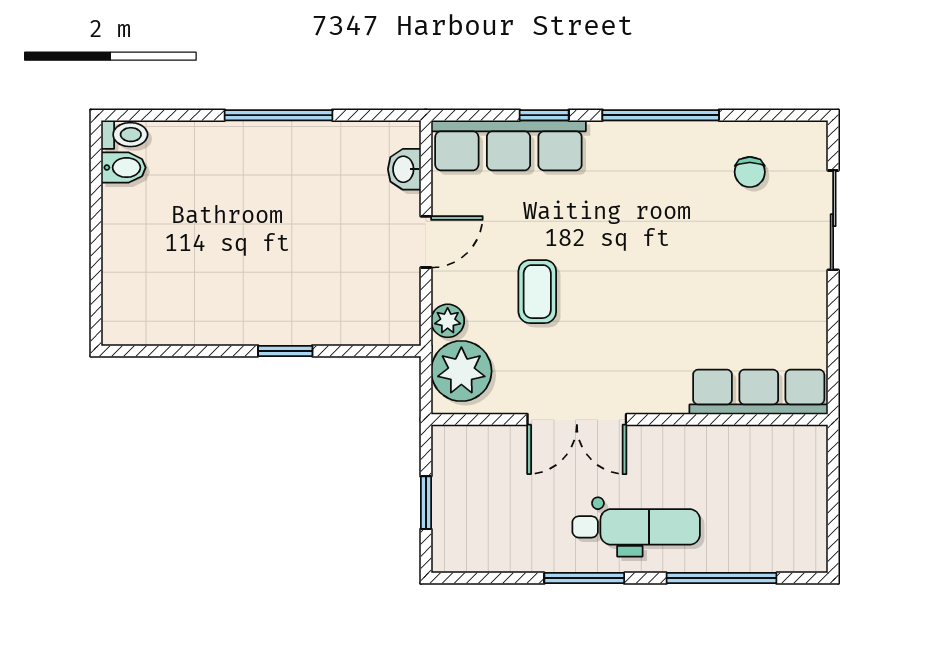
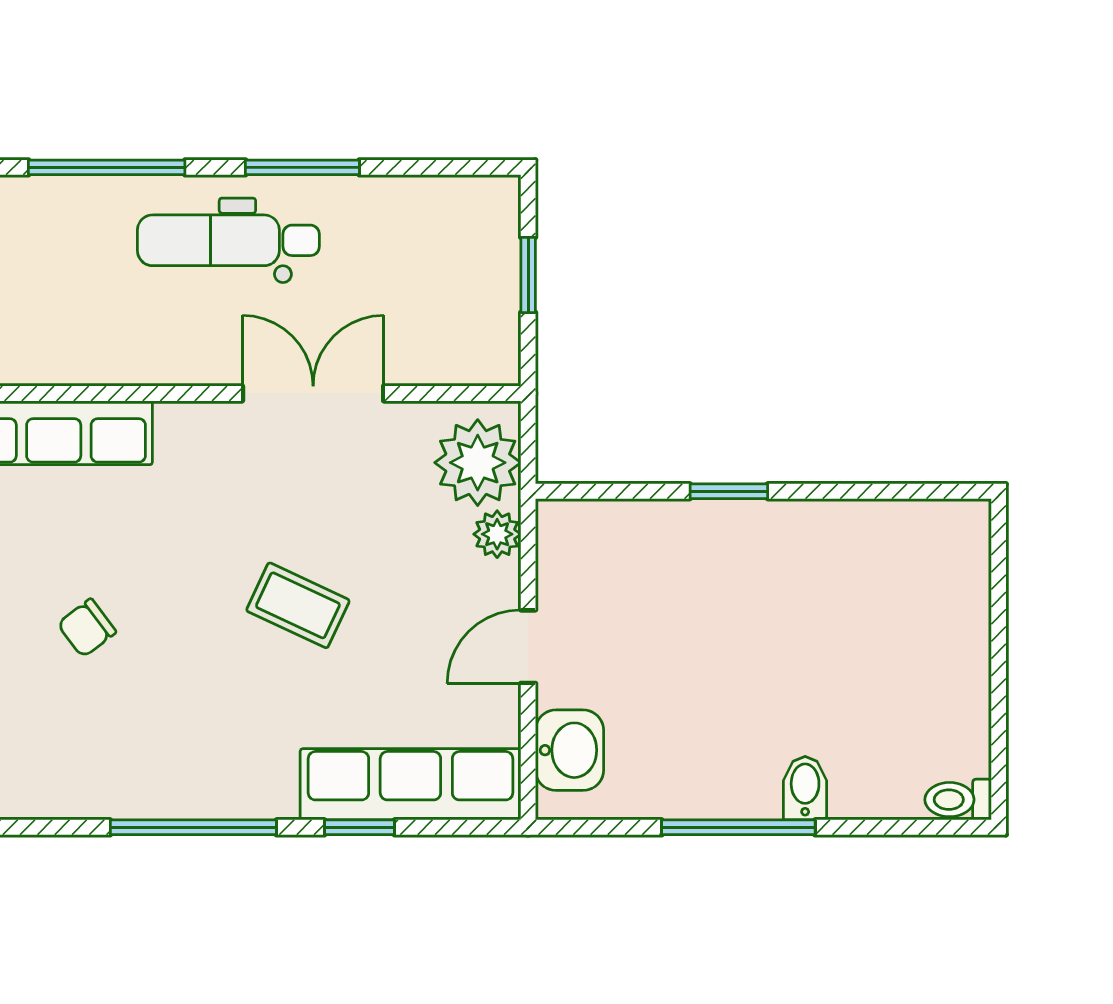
bidet: (123, 168) -> (805, 788), moved, turned 90
washbasin: (404, 169) -> (569, 750), width x1.38, depth x1.45
chair: (750, 172) -> (87, 628), moved, turned -127
coffee table: (537, 292) -> (298, 605), moved, turned -65

